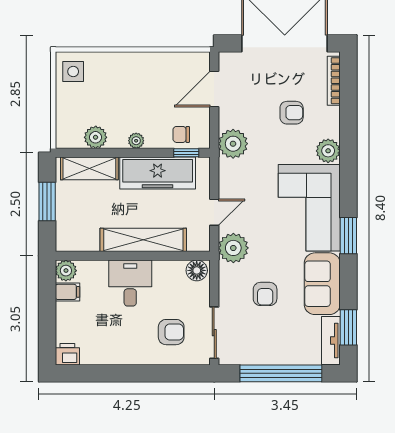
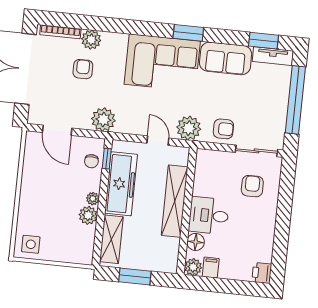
plant: (96, 137) -> (88, 215), moved
plant: (328, 151) -> (91, 40), moved
floor lamp: (197, 270) -> (196, 242), moved
armchair: (265, 294) -> (223, 129), moved

